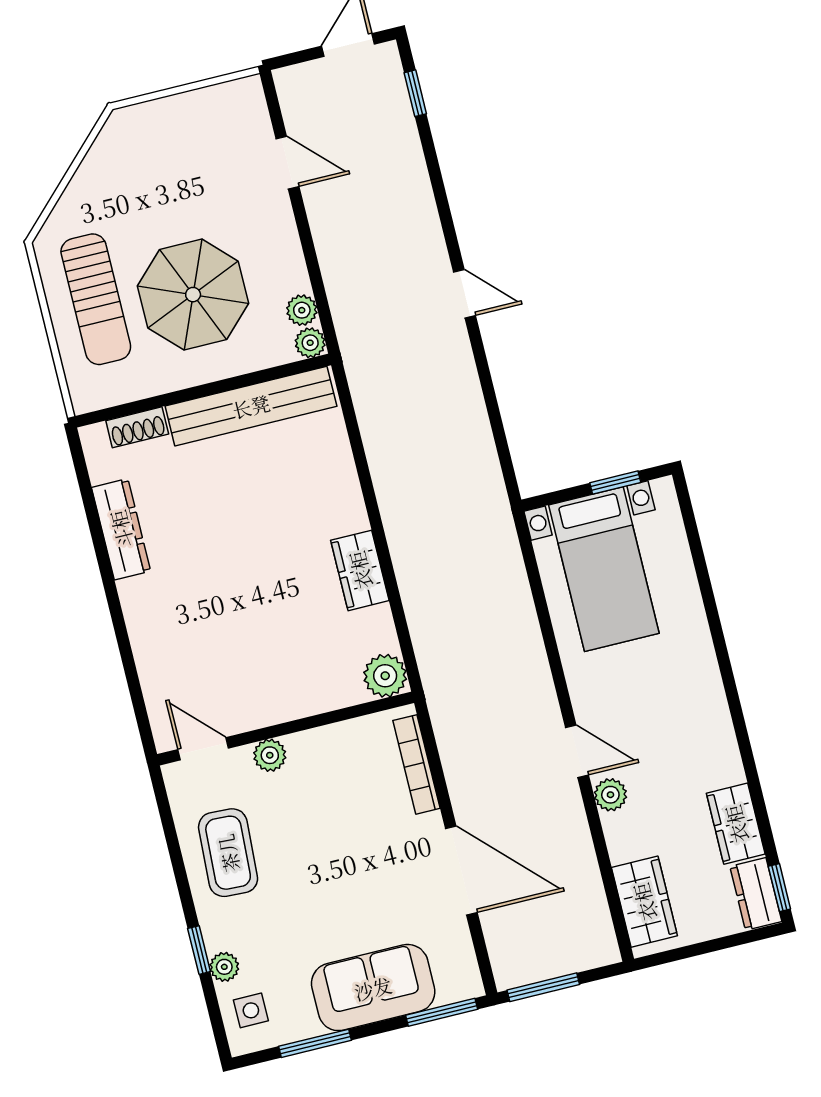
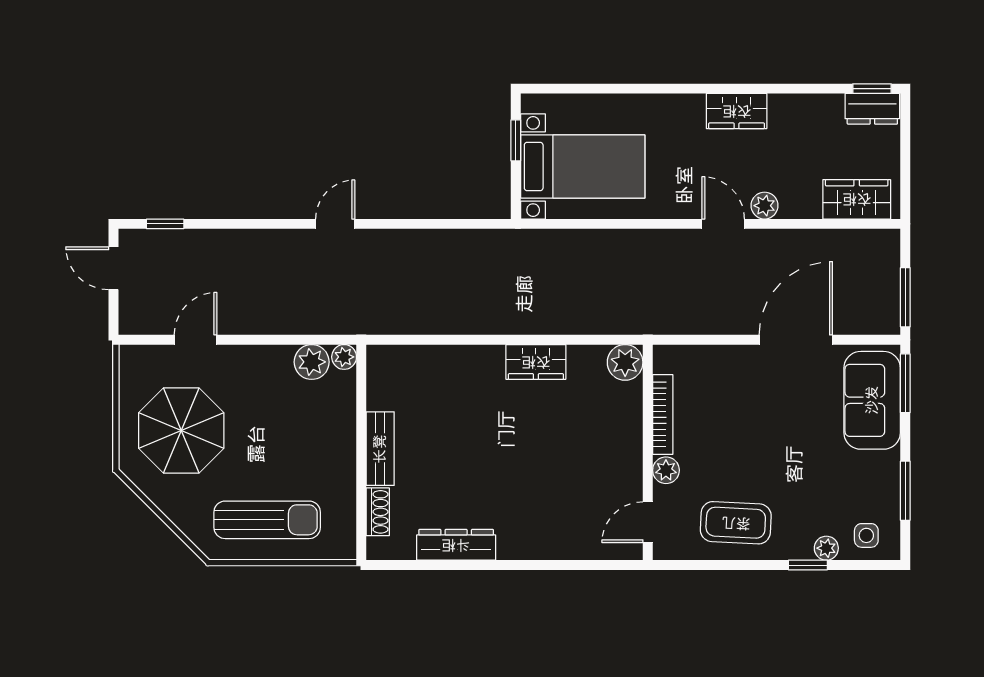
parasol: (193, 295) -> (181, 431), moved
plant: (302, 310) -> (312, 362), width x1.38, depth x1.38
bench: (251, 406) -> (380, 449), width x0.54, depth x0.82
door: (577, 751) -> (723, 224), hinge flipped
bookcase: (416, 764) -> (663, 414), moved, turned -90
wardrobe: (736, 824) -> (737, 111), moved
sofa: (373, 988) -> (872, 400), moved

